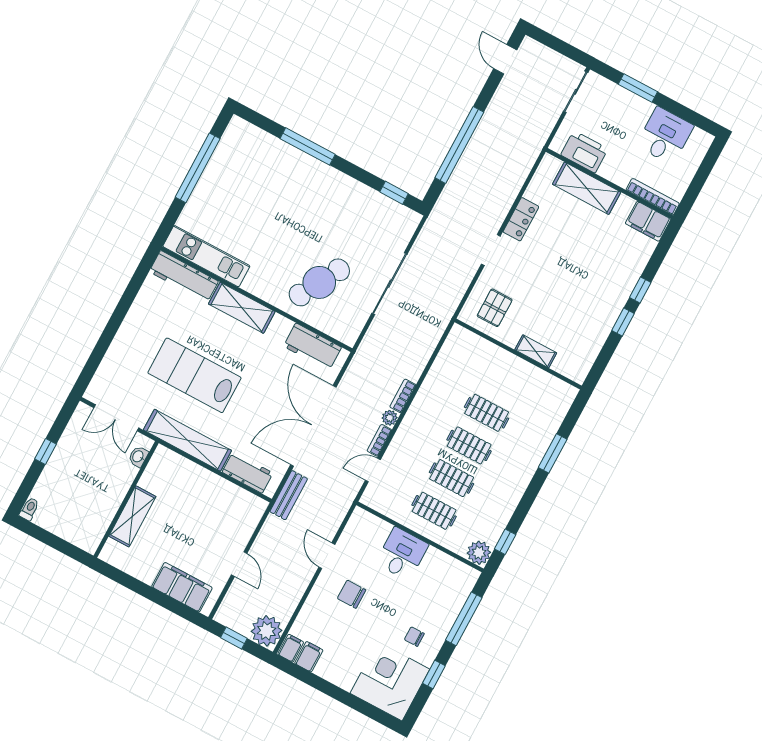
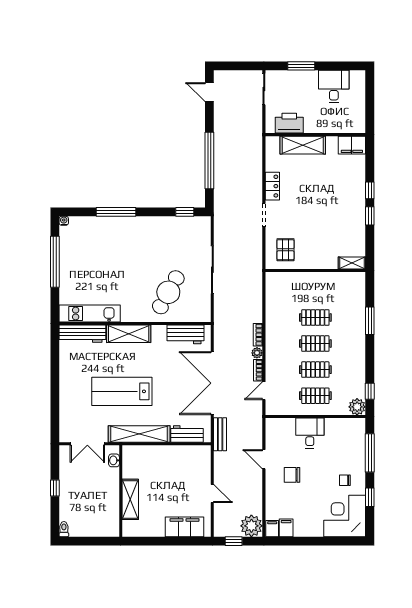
water cooler: (236, 123) -> (64, 221), added
bookcase: (653, 197) -> (347, 128), removed
shelving: (536, 351) -> (352, 263), moved

